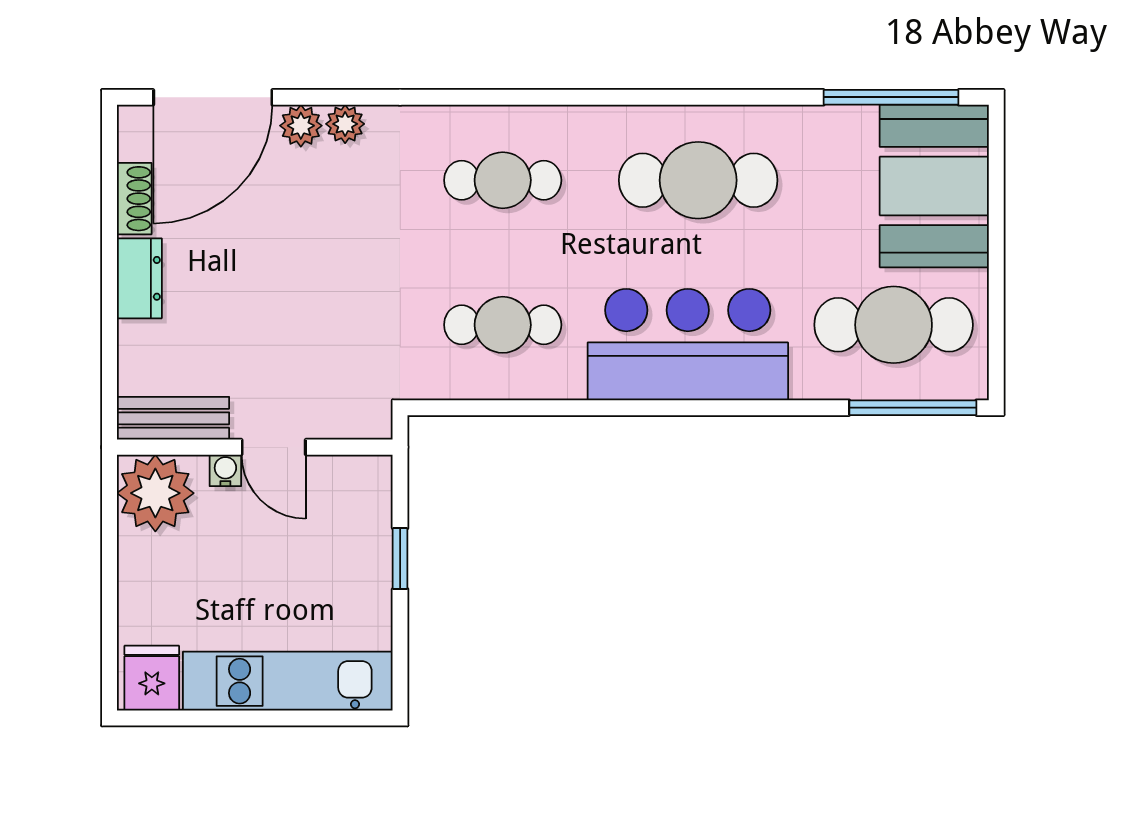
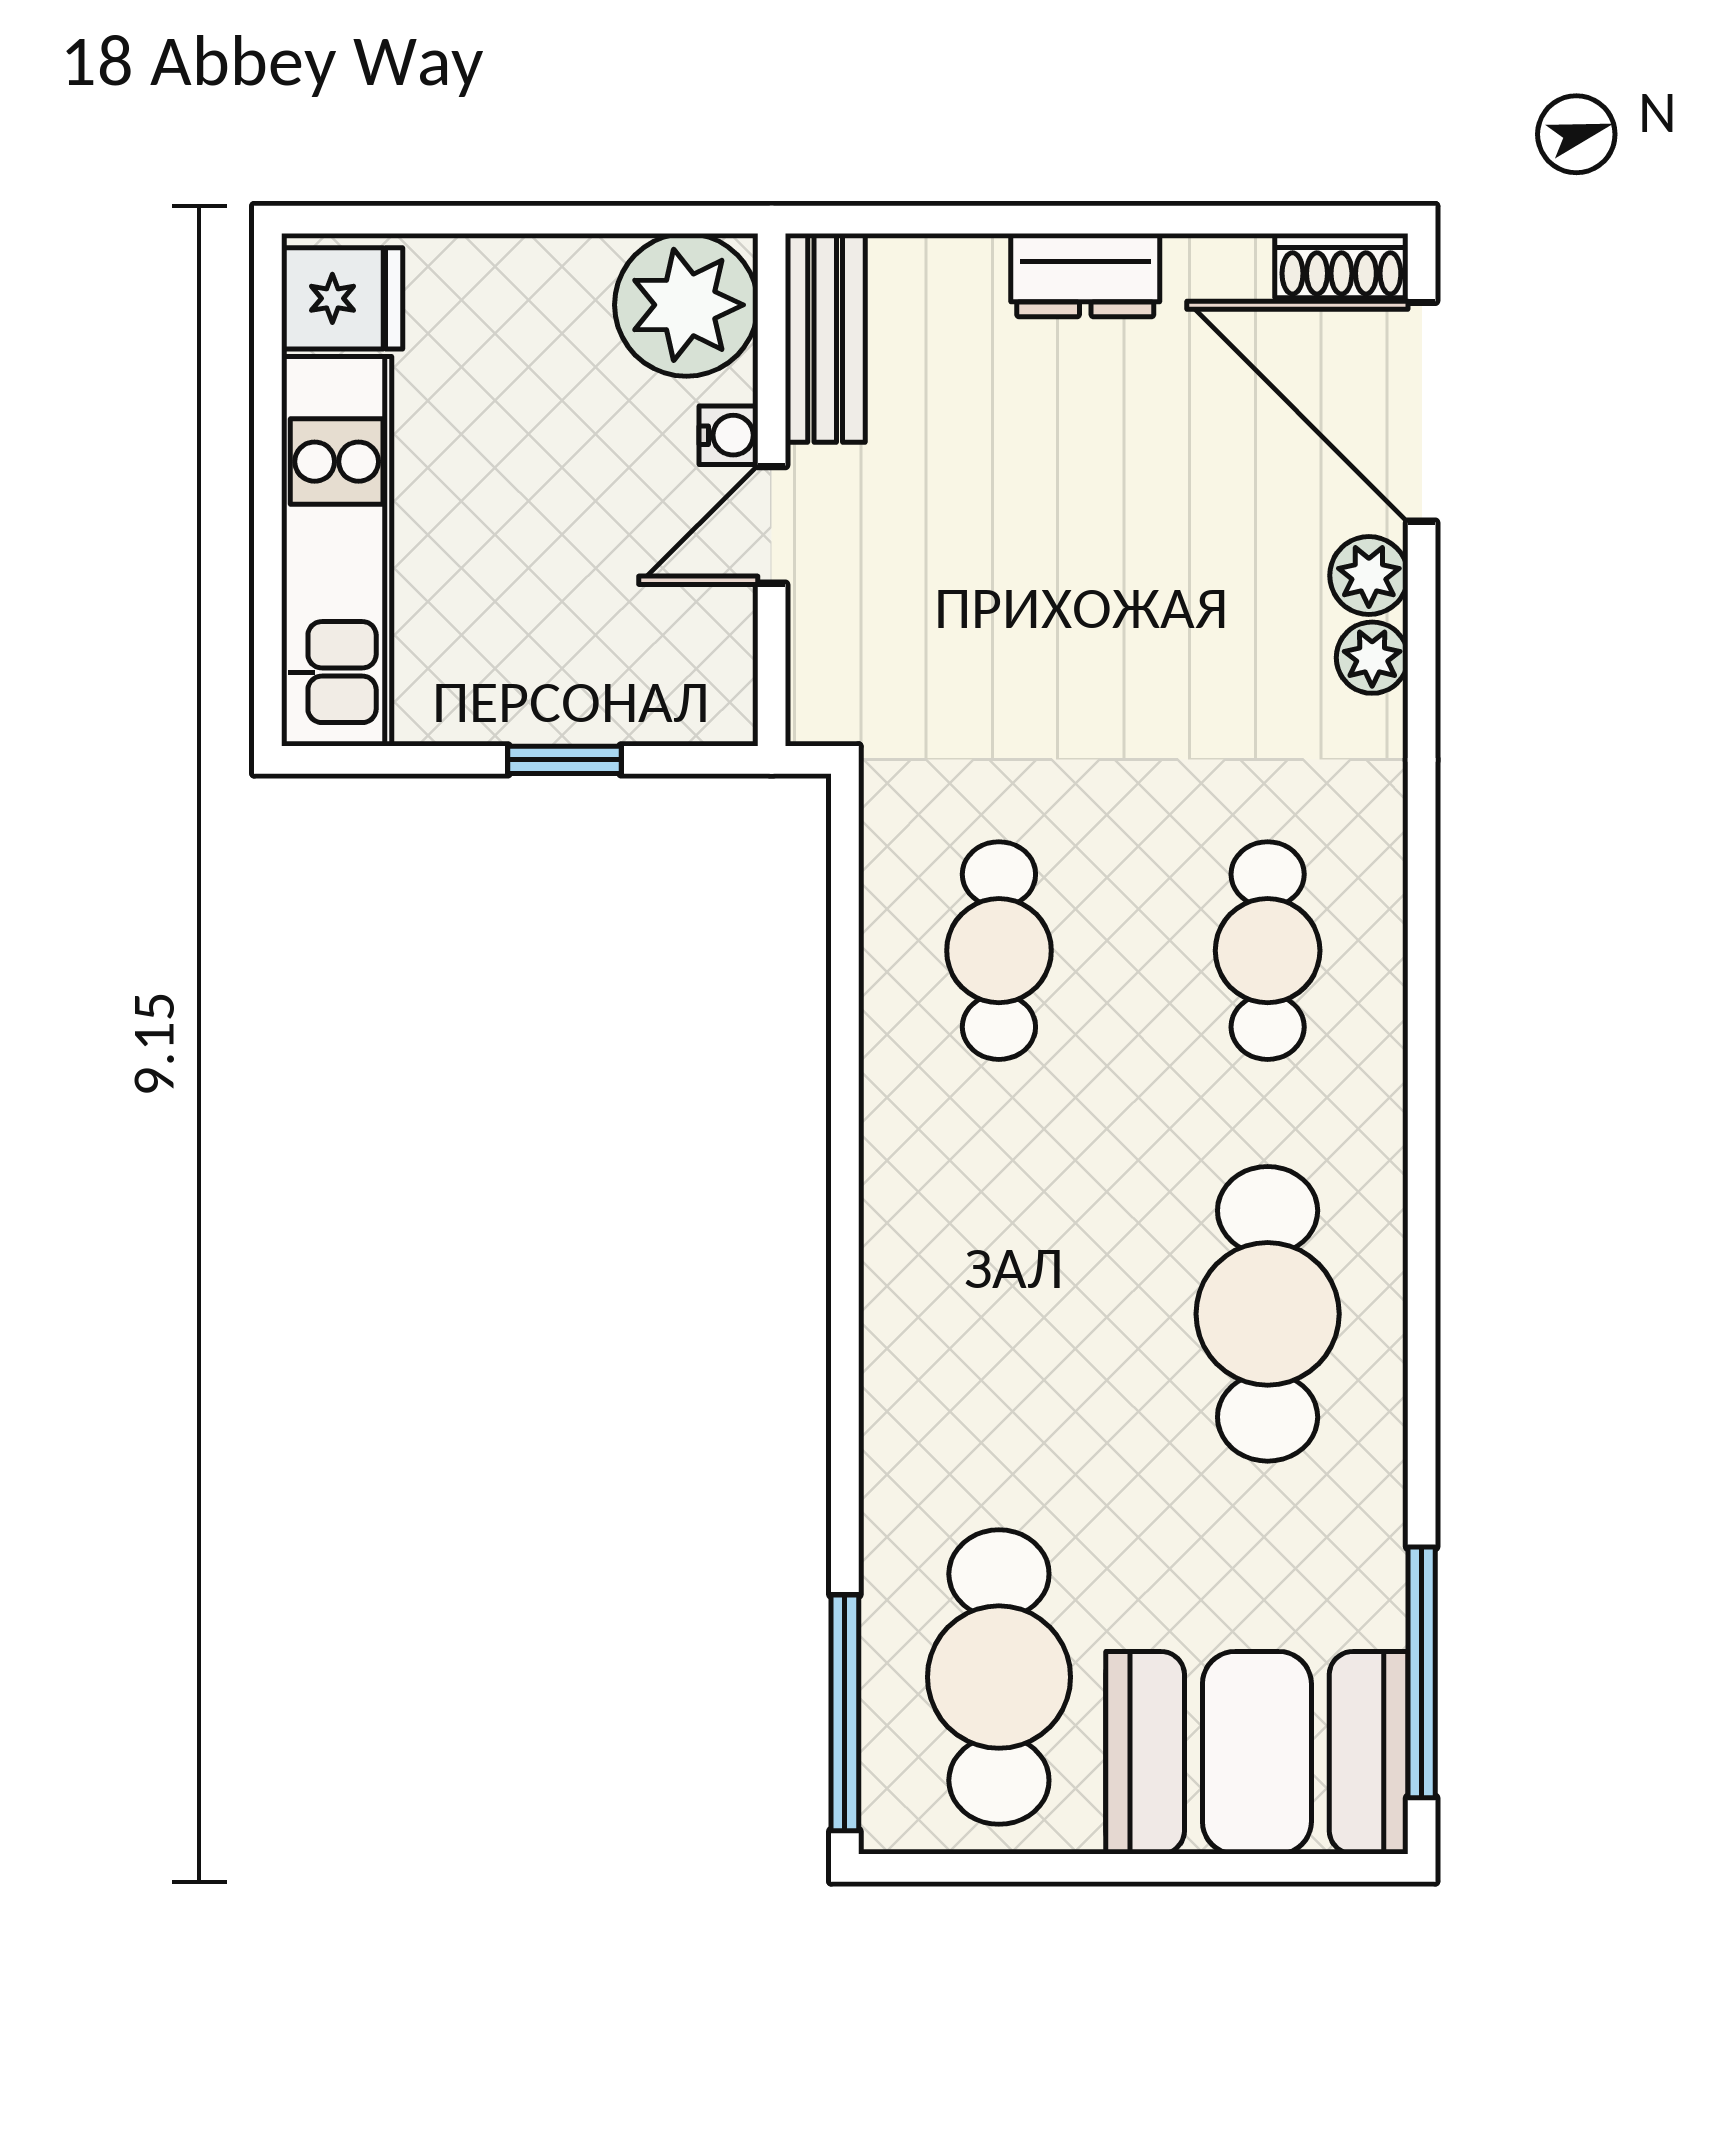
shoe rack: (134, 199) -> (1341, 266), moved
bar counter: (688, 345) -> (962, 1295), removed

